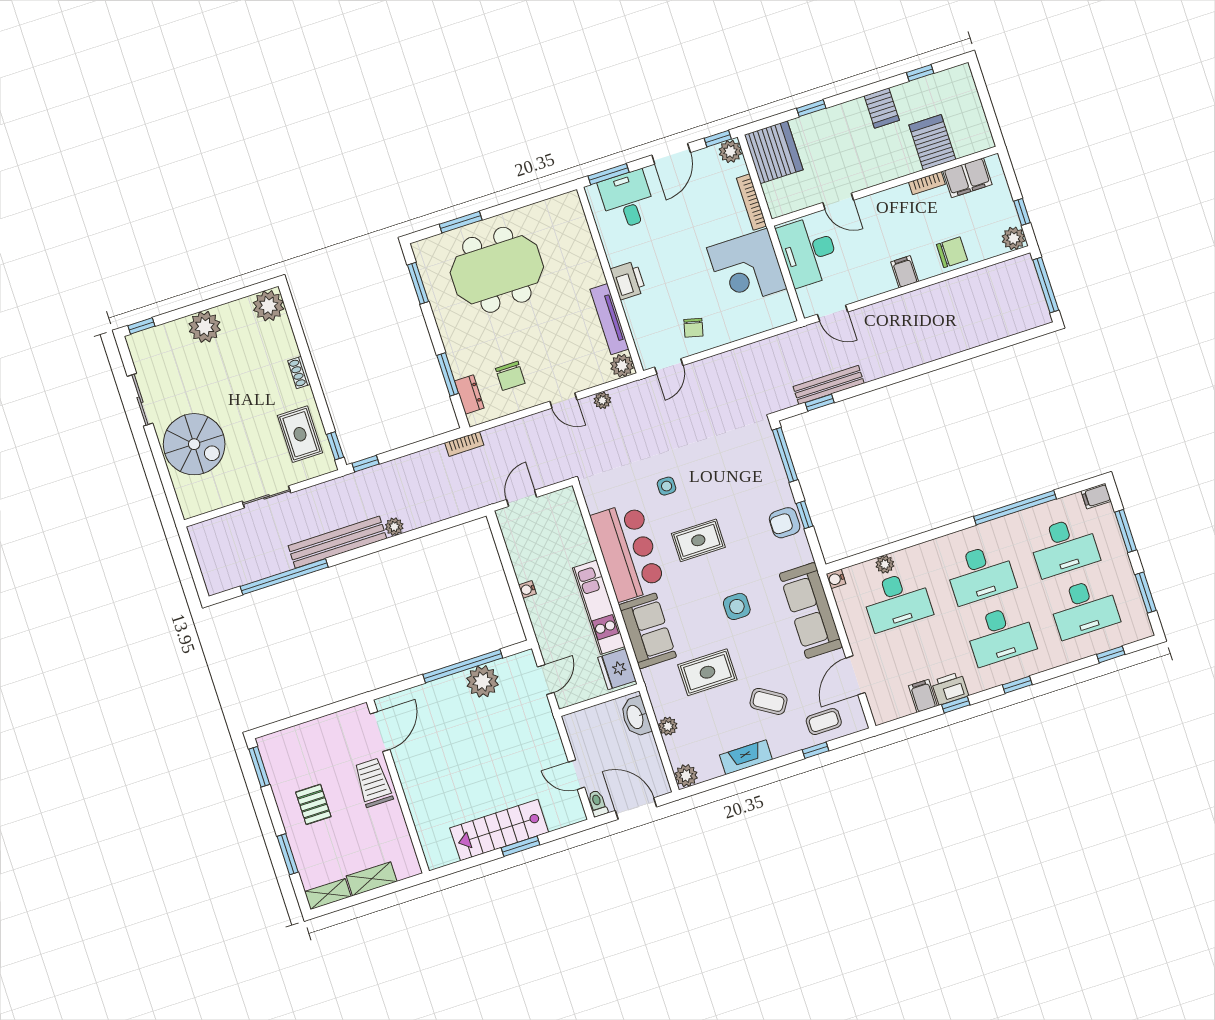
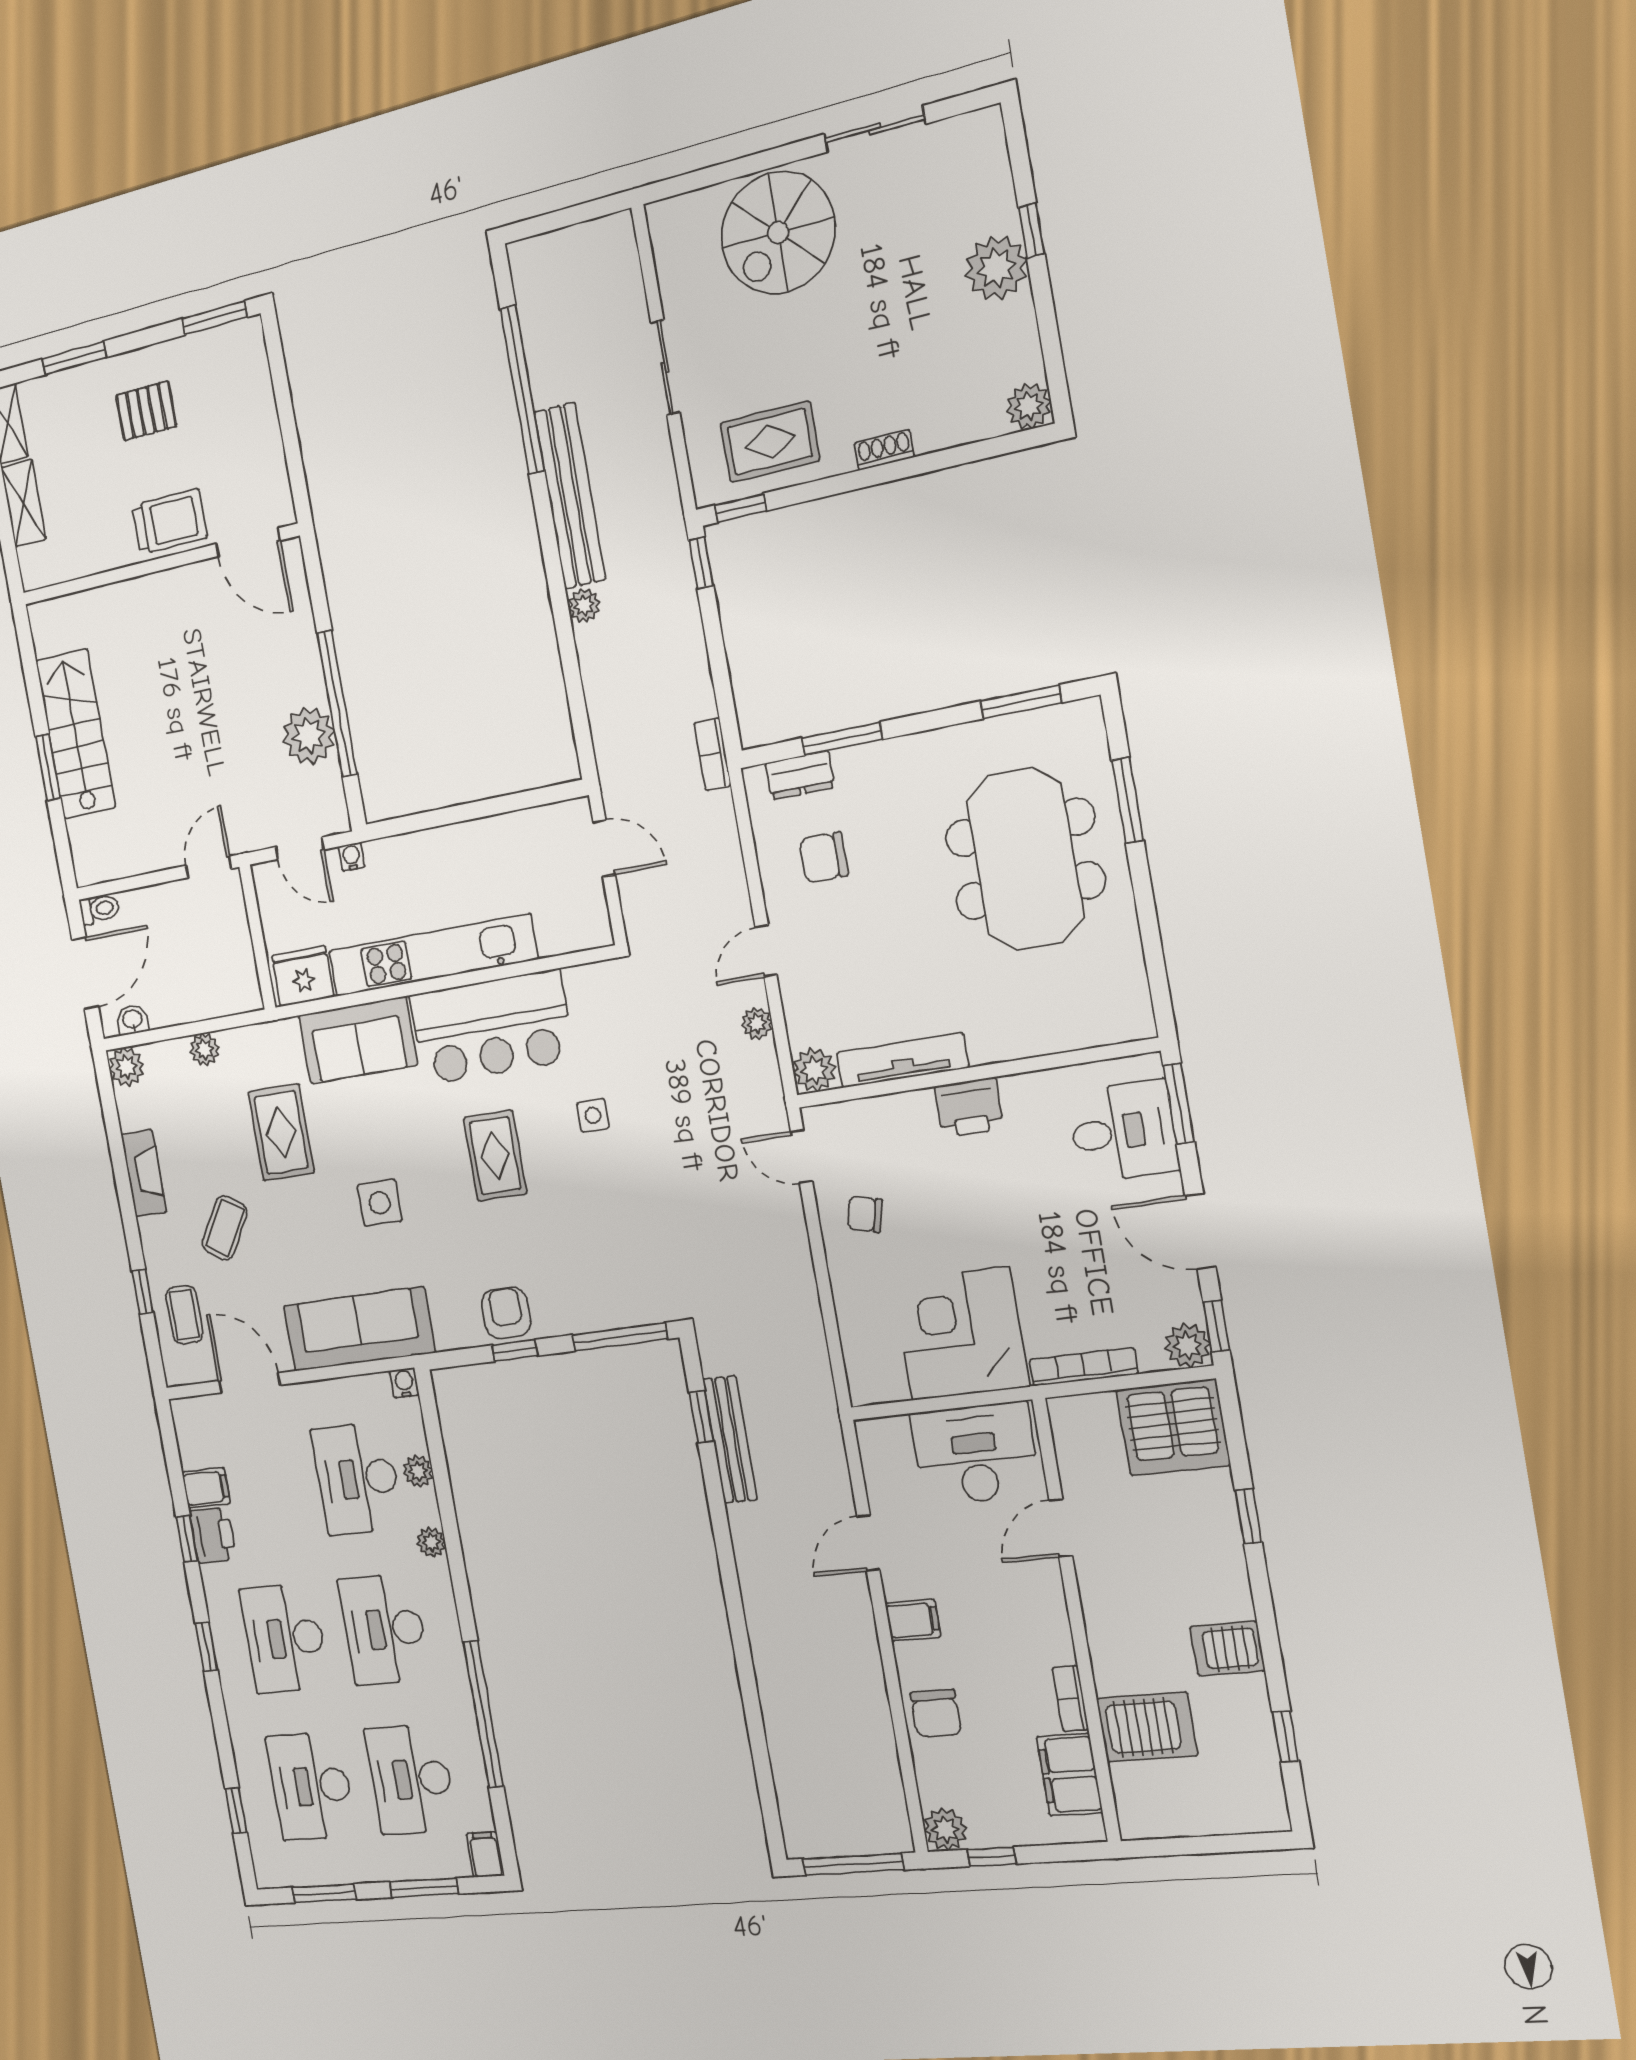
plant: (268, 306) -> (1029, 406), width x0.73, depth x0.73
door: (833, 313) -> (868, 1543), moved
window: (141, 326) -> (1032, 231), moved
plant: (924, 551) -> (431, 1542), added
water cooler: (527, 589) -> (352, 857), moved
kitchen unit: (599, 607) -> (432, 955), width x1.36
washbasin: (636, 717) -> (132, 1020), moved, width x0.52, depth x0.69
door: (577, 775) -> (208, 867), moved

